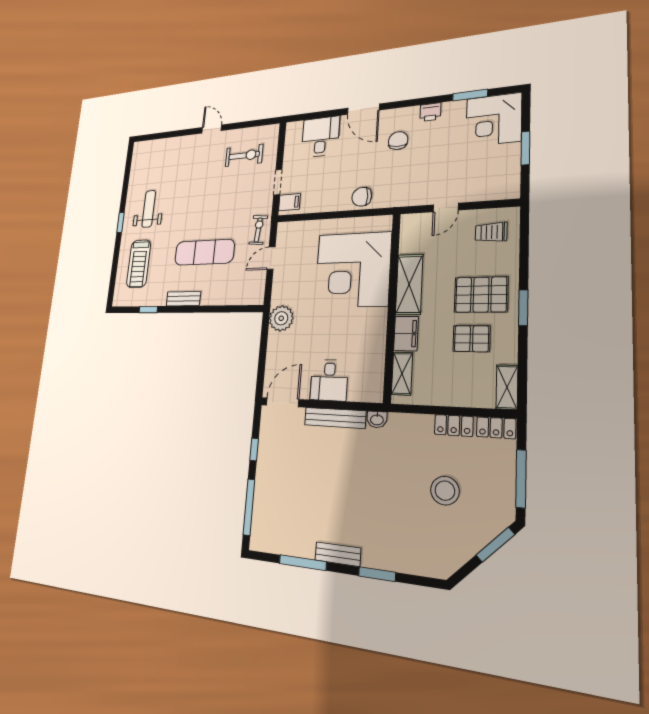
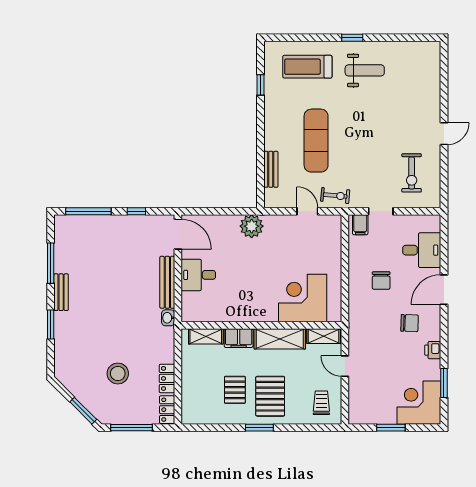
chair: (362, 197) -> (381, 281), moved, turned 180
corner desk: (353, 270) -> (303, 298), width x0.74, depth x0.74
bench: (183, 299) -> (271, 169), moved
shelving: (507, 387) -> (324, 336), moved

